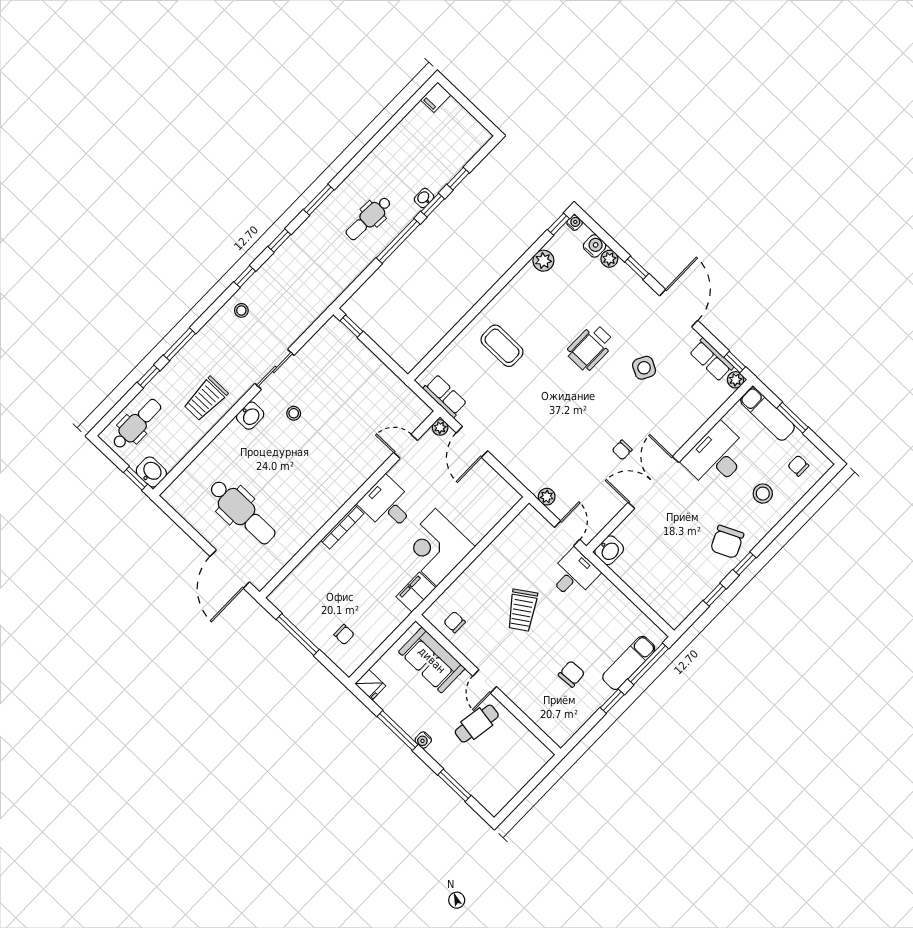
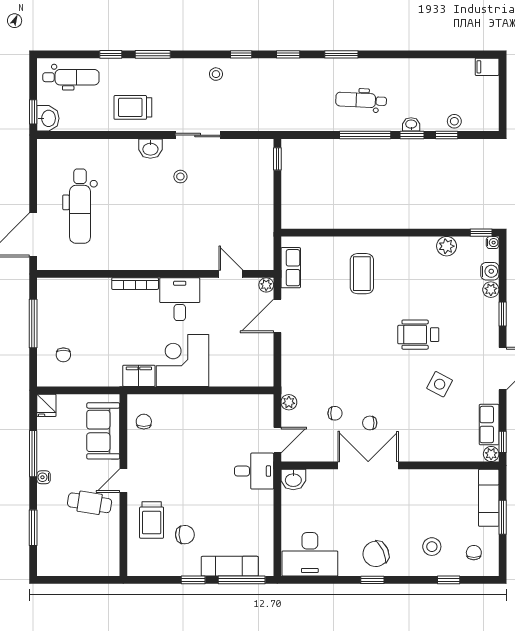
stool: (453, 162) -> (454, 121), added
desk: (716, 457) -> (310, 554), moved, turned 180
chair: (589, 469) -> (335, 413), added
window: (715, 595) -> (449, 580), moved
trolley: (522, 610) -> (152, 520), moved, turned -56

